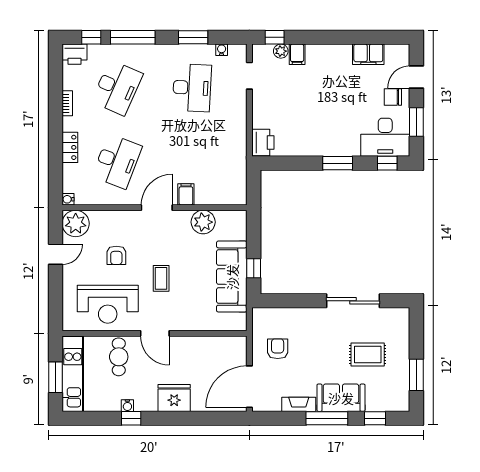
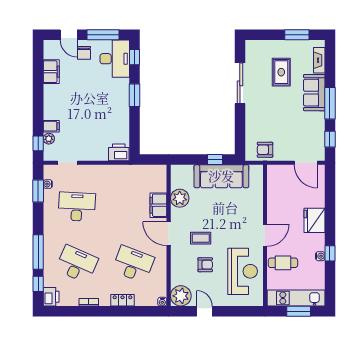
window: (193, 37) -> (38, 191), moved
window: (416, 122) -> (103, 35), width x1.44
filing cabinet: (186, 194) -> (158, 205), width x2.00
coffee table: (161, 278) -> (201, 238), moved
armchair: (278, 349) -> (265, 150), moved
door: (249, 387) -> (306, 163), width x0.73
fireplace: (299, 404) -> (319, 60), moved
window: (375, 418) -> (330, 139), moved

